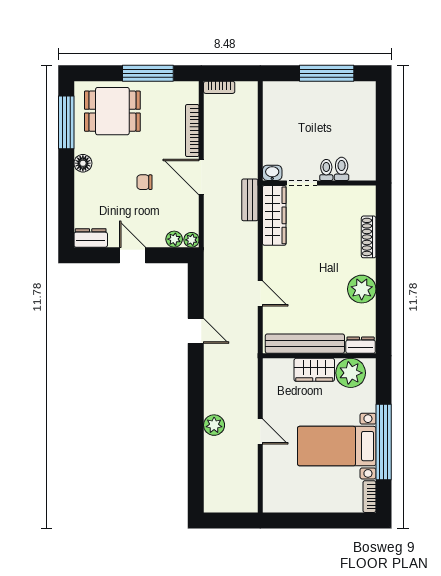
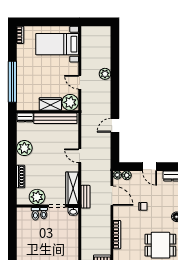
door: (201, 177) -> (112, 196), moved
plant: (339, 199) -> (37, 197), added
door: (260, 293) -> (80, 156), moved
door: (196, 331) -> (115, 125), hinge flipped
plant: (351, 373) -> (70, 102), moved
door: (260, 431) -> (80, 82), moved
window: (384, 442) -> (12, 82), moved
bed with nightstands: (337, 446) -> (57, 44), moved, turned 180

